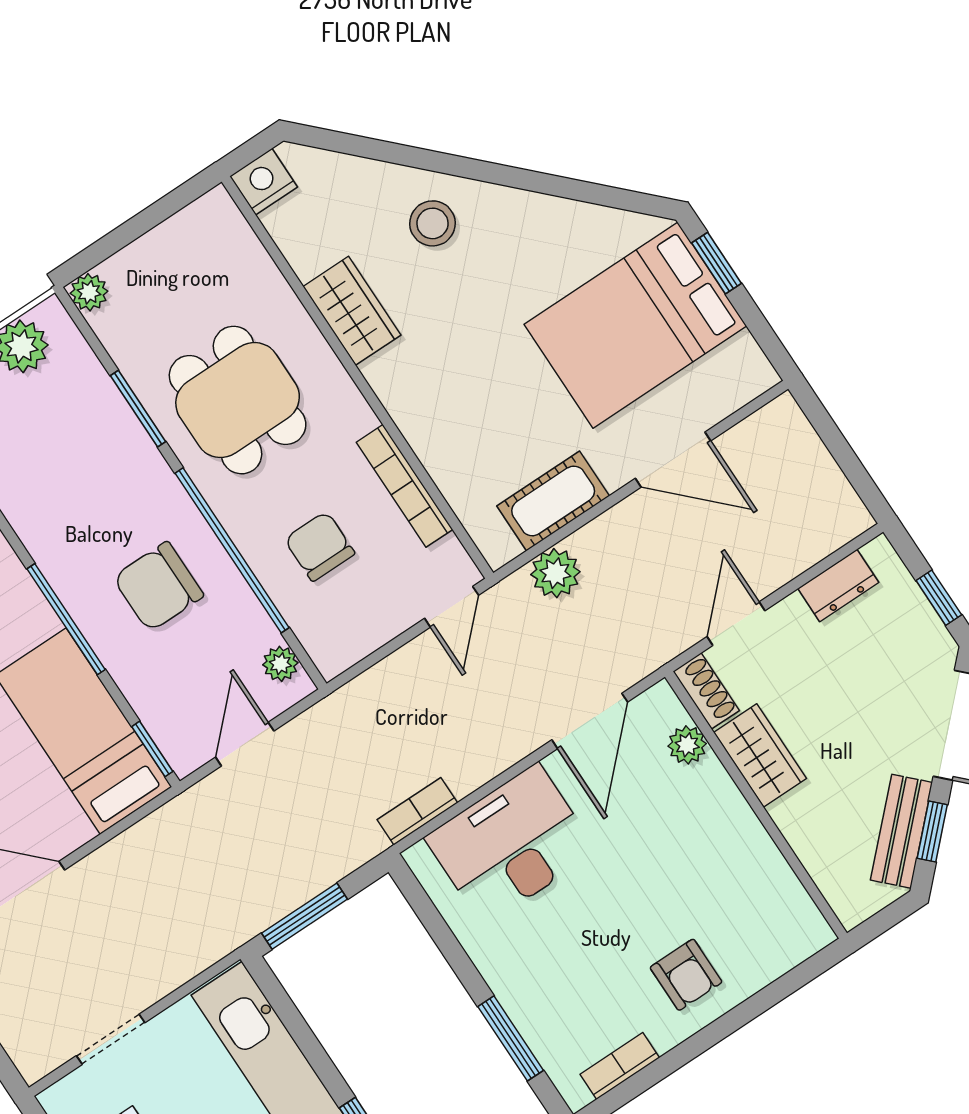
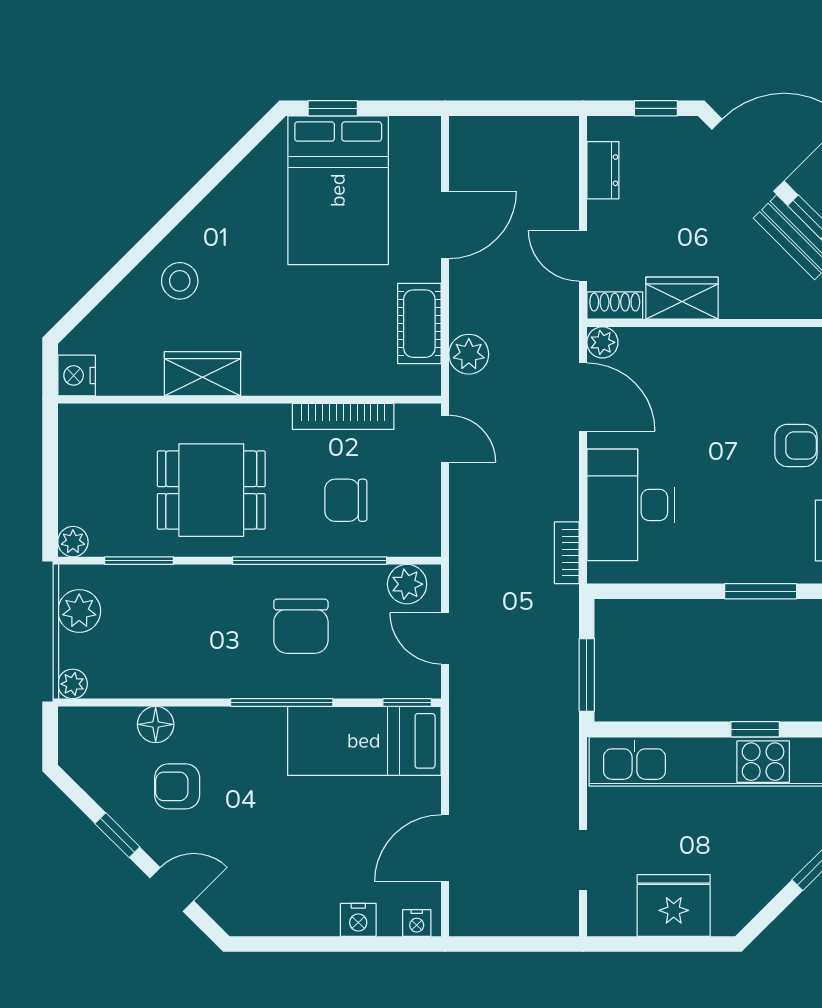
window: (138, 409) -> (139, 561), moved
plant: (280, 664) -> (407, 584), width x1.38, depth x1.38
plant: (687, 745) -> (602, 342), moved

